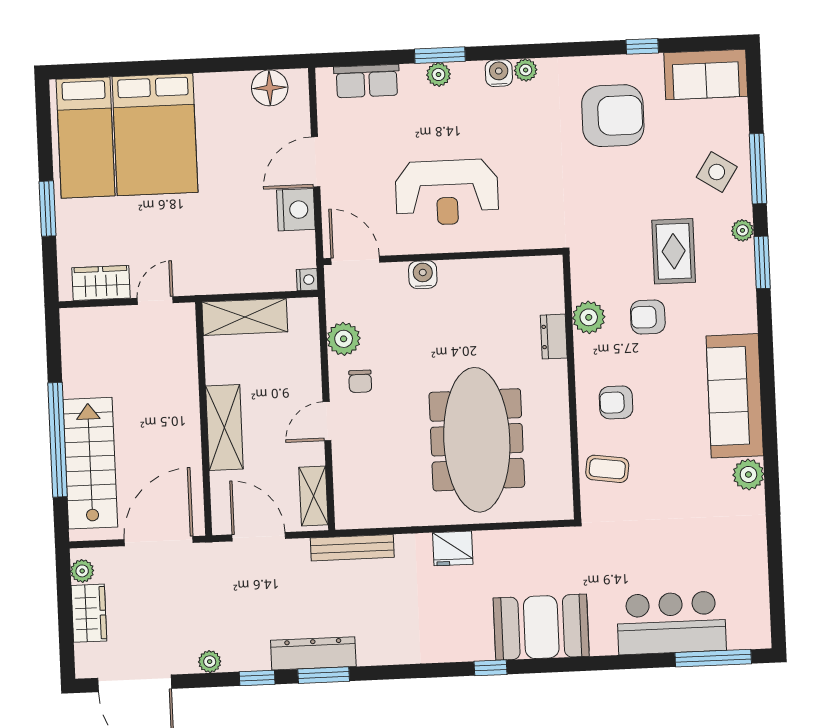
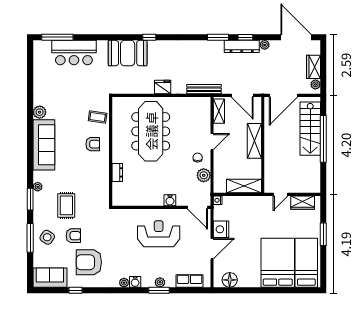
plant: (742, 230) -> (38, 187), moved
plant: (589, 317) -> (102, 180), removed
armchair: (648, 317) -> (73, 236), moved
dresser: (313, 653) -> (242, 46), moved

